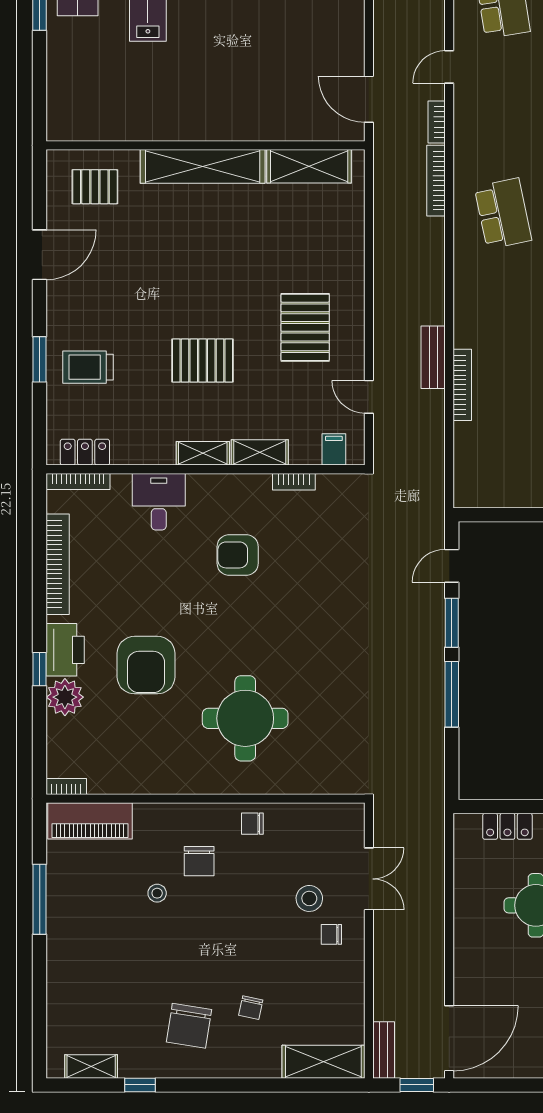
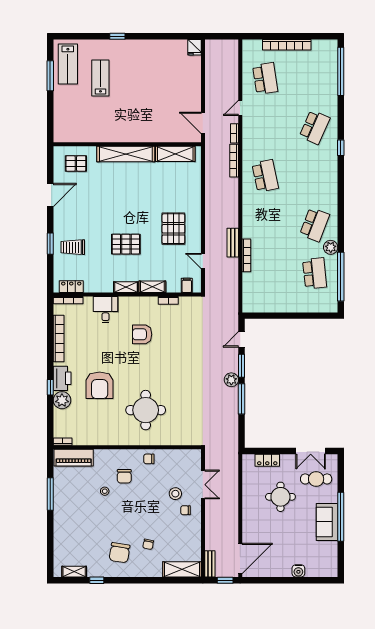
plant: (430, 653) -> (231, 380), added

